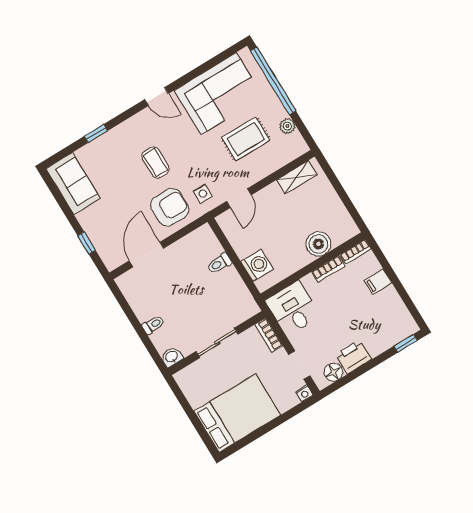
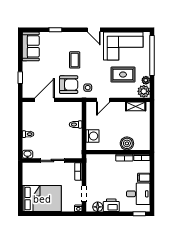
plant: (295, 145) -> (144, 91), added
desk: (293, 308) -> (138, 194), moved, turned 90

